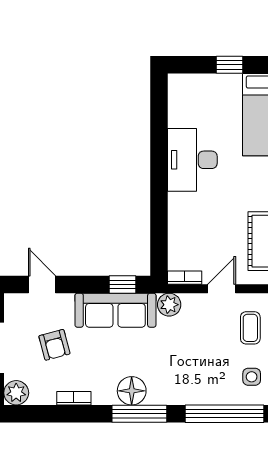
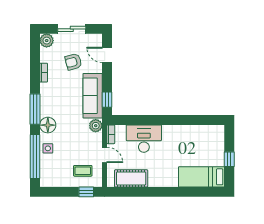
desk: (192, 160) -> (144, 139), moved
door: (42, 284) -> (107, 55), swing flipped
side table: (252, 377) -> (48, 148), moved
floor lamp: (132, 391) -> (48, 125), moved

